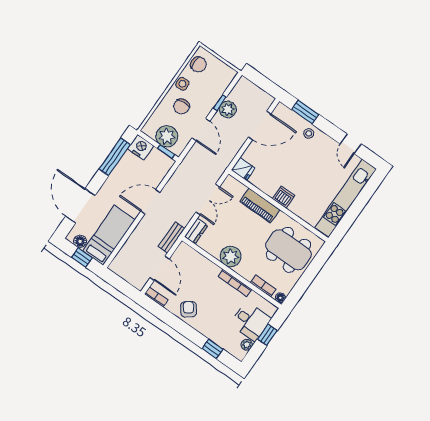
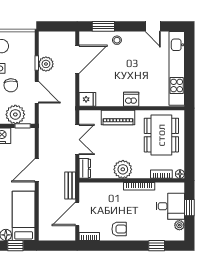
dining table: (288, 250) -> (161, 135), turned 90
door: (160, 268) -> (77, 214), swing flipped
armchair: (189, 309) -> (119, 229), turned 127

